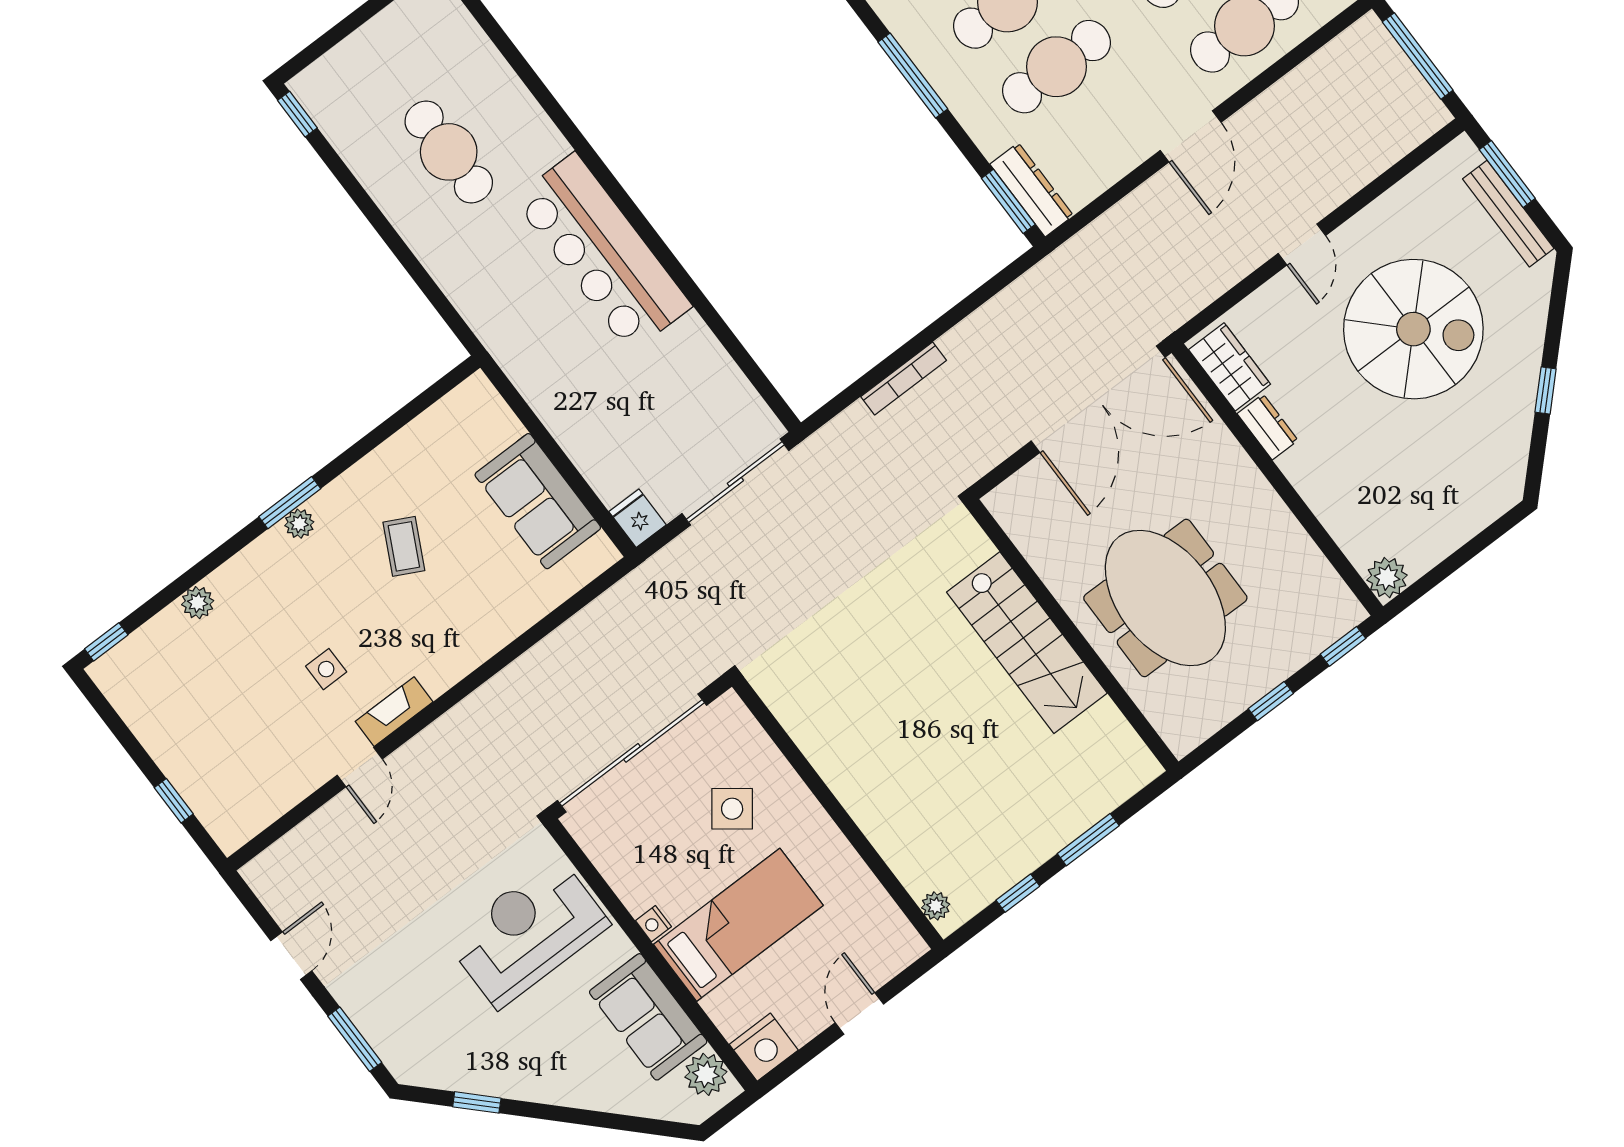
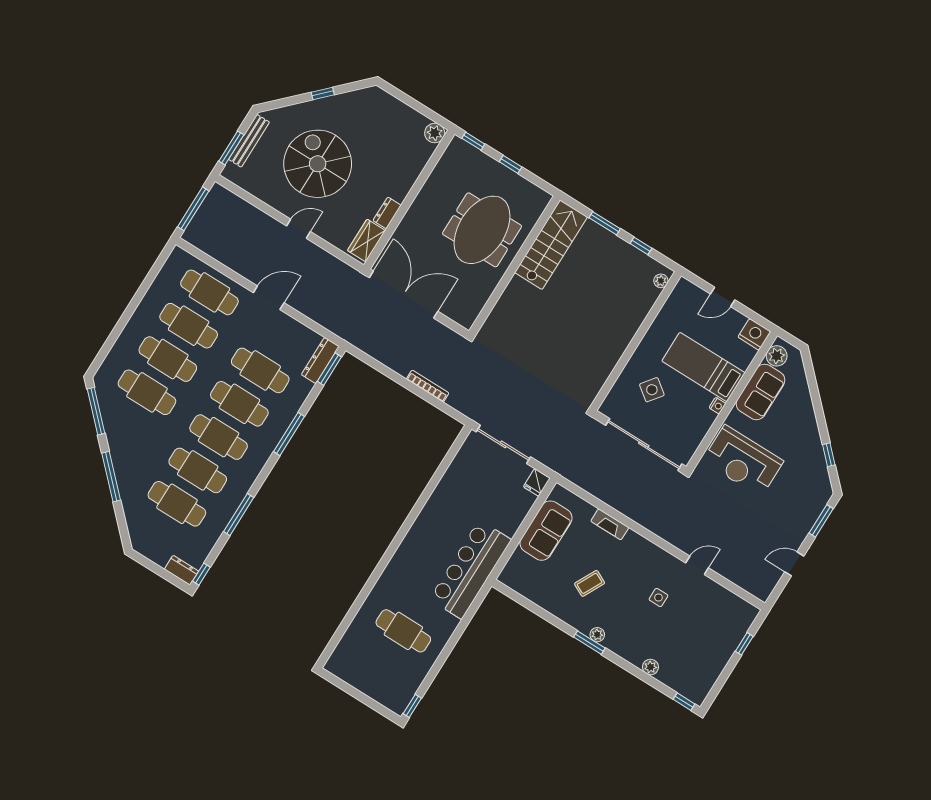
cafe table: (449, 152) -> (403, 631), turned 90
bar counter: (603, 253) -> (470, 569), moved, turned 180
stairs: (1027, 643) -> (551, 245), moved
fireplace: (394, 712) -> (610, 524), moved

